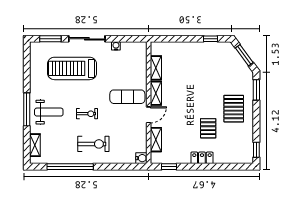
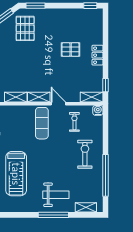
pallet: (234, 109) -> (25, 28), moved, turned 90
weight bench: (49, 112) -> (56, 195), turned 90
exercise bike: (87, 114) -> (74, 122), moved
shelving: (156, 140) -> (92, 97), moved

